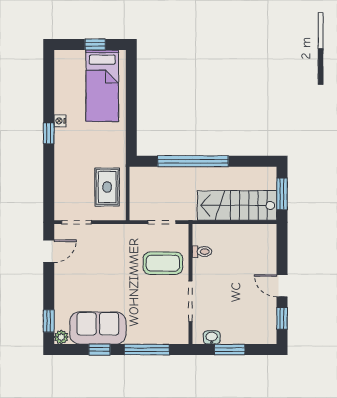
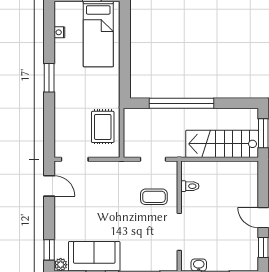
nightstand: (60, 121) -> (59, 32), moved
window: (49, 133) -> (49, 78), width x1.50
door: (49, 251) -> (49, 186), hinge flipped
coffee table: (163, 263) -> (154, 197), width x0.73, depth x0.77

